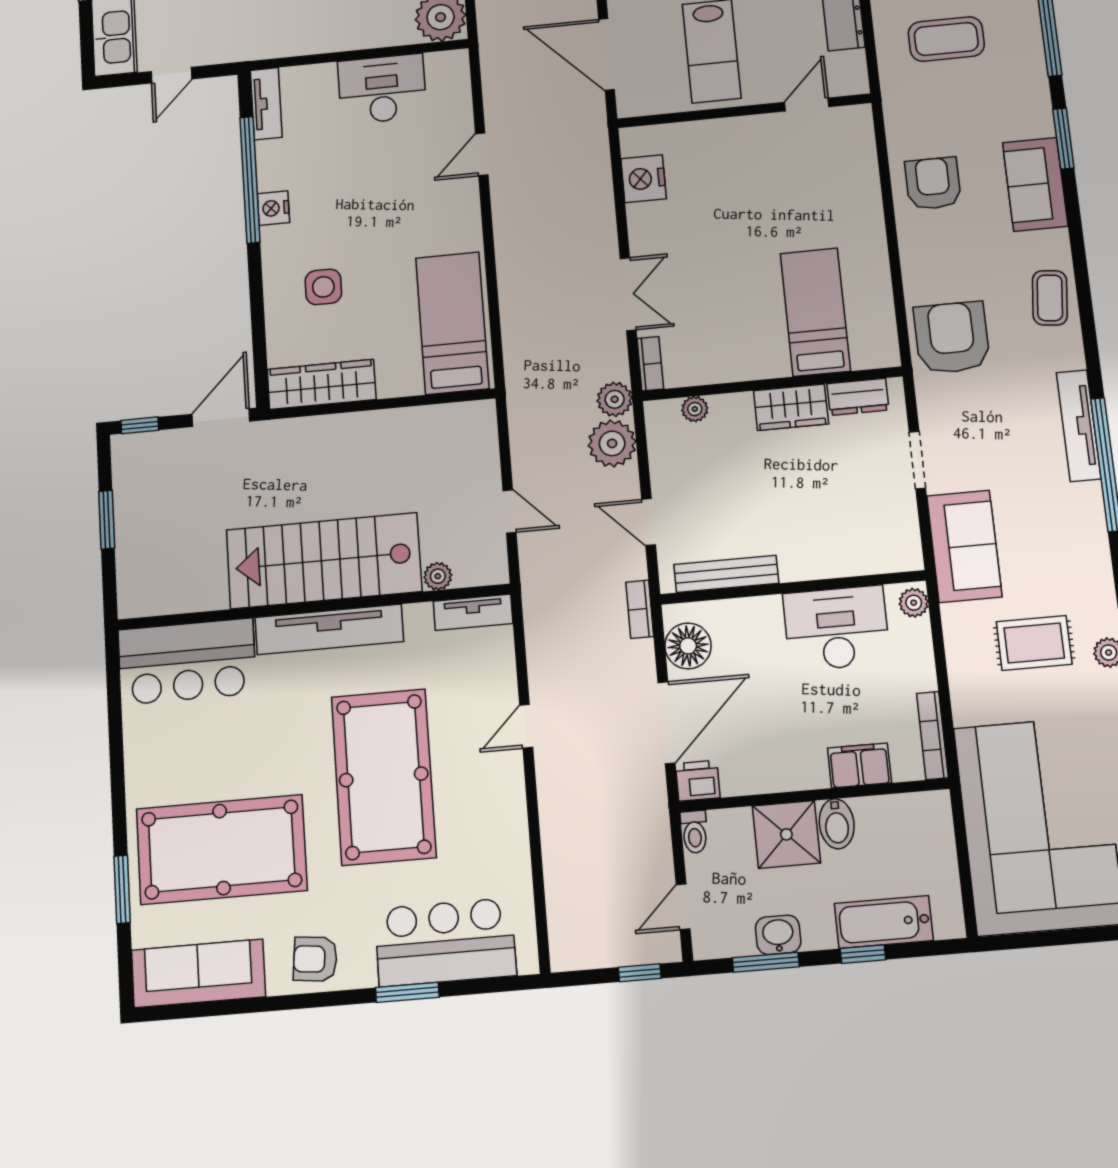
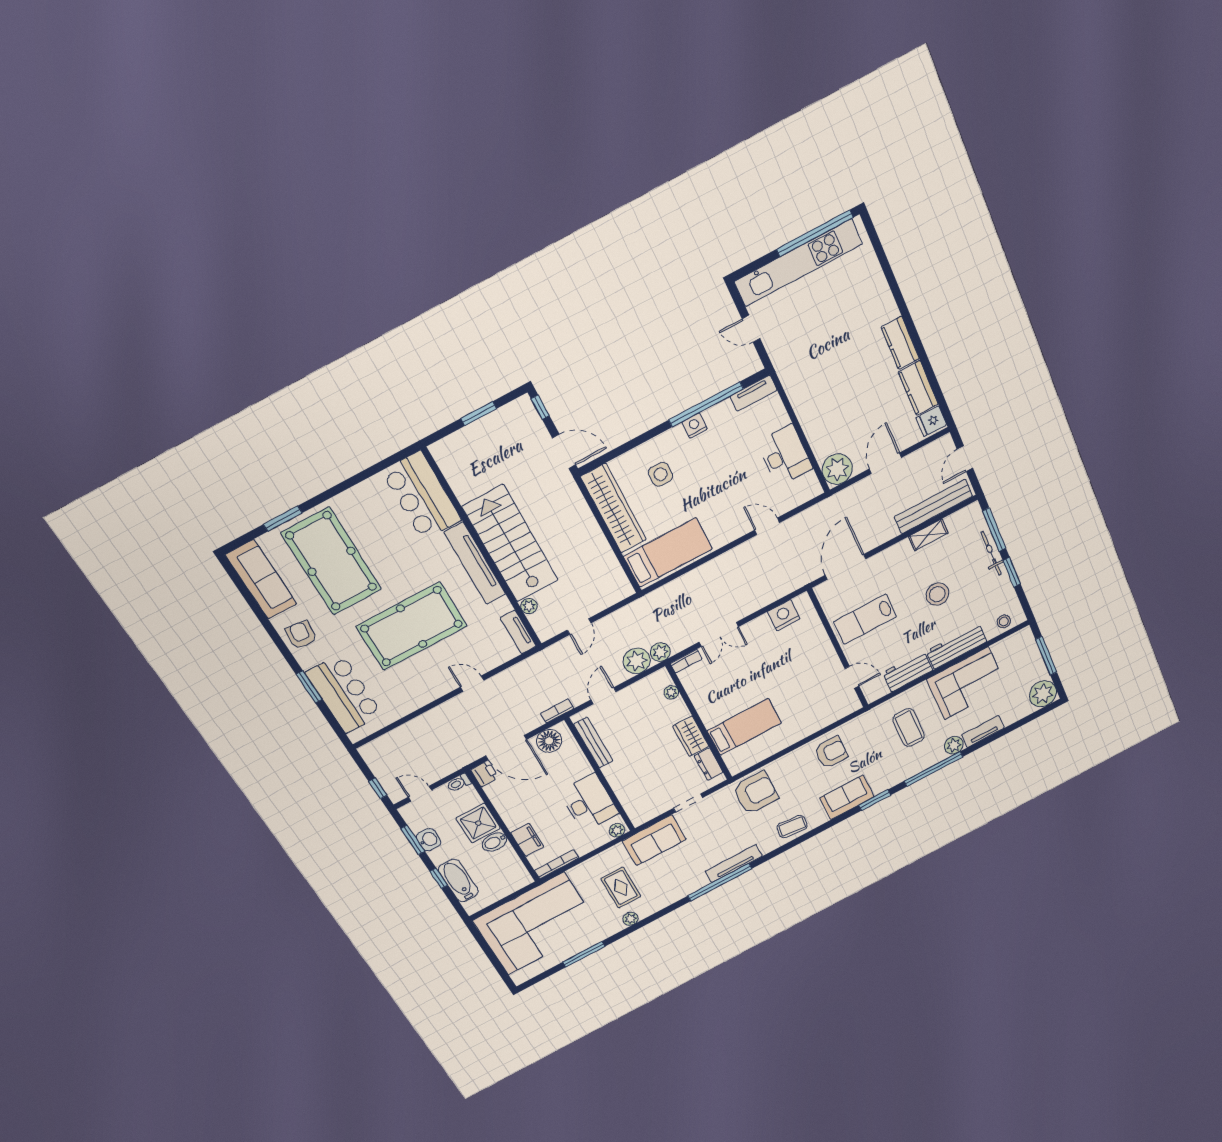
wardrobe: (322, 384) -> (614, 508), width x1.40, depth x1.17

